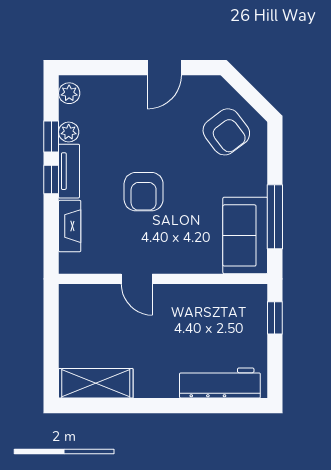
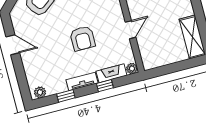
plant: (69, 132) -> (132, 68), moved
window: (51, 179) -> (105, 86), moved
armchair: (144, 192) -> (82, 38), turned 90

